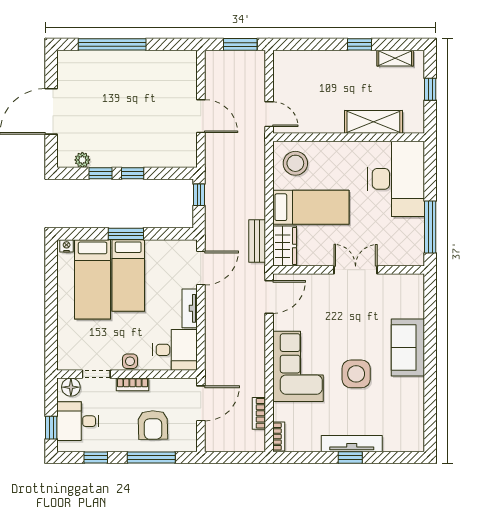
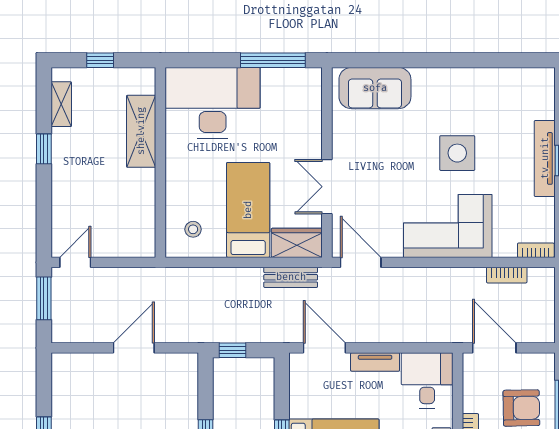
door: (269, 114) -> (75, 262), moved
stool: (295, 163) -> (193, 229), width x0.53, depth x0.53
double door: (356, 270) -> (327, 187), moved
sofa: (408, 347) -> (375, 88), moved

